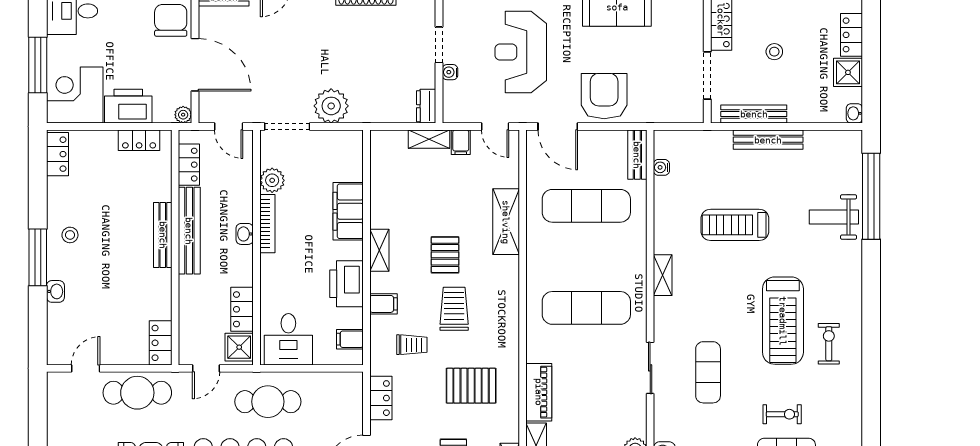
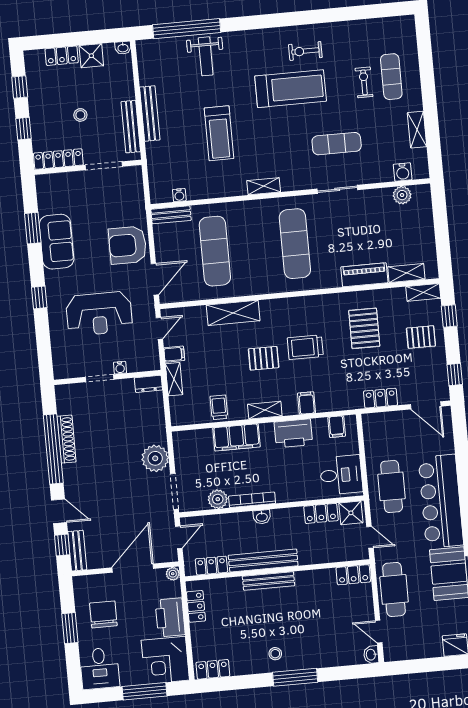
chair: (171, 20) -> (103, 614), moved, turned 90
washbasin: (55, 291) -> (371, 655), moved, turned -90
trolley: (412, 345) -> (219, 407), moved

